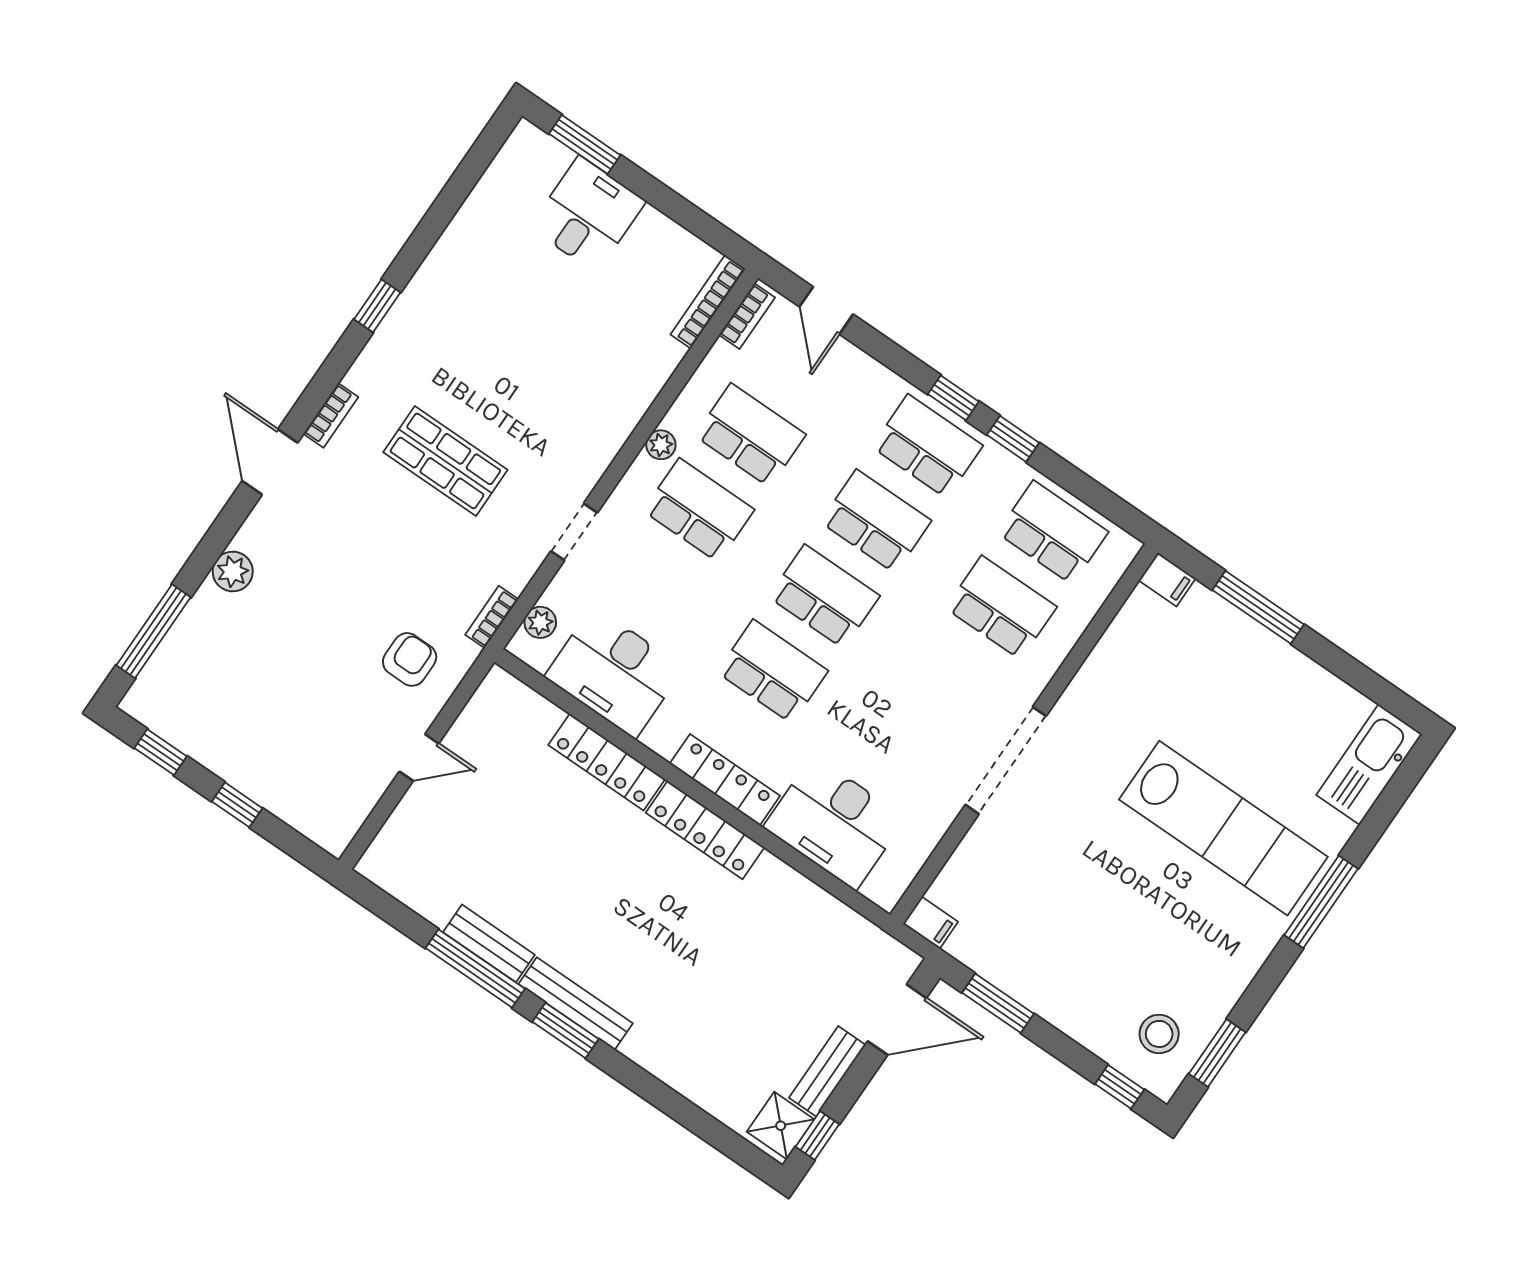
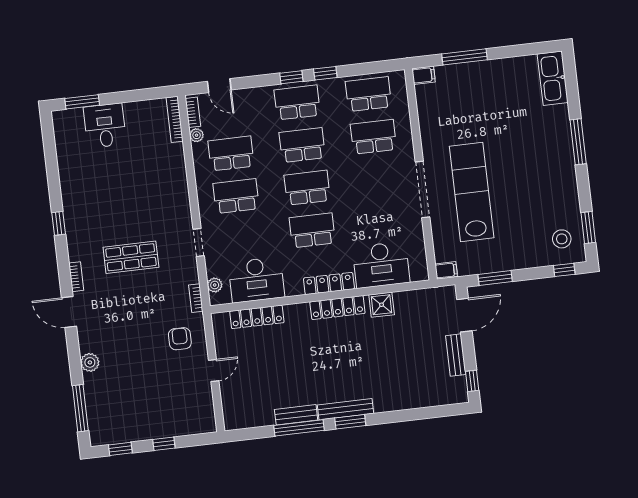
plant: (661, 445) -> (197, 135), moved
locker: (607, 762) -> (257, 317), moved
lab bench: (1223, 828) -> (472, 192), moved, turned -90
shower: (781, 1126) -> (382, 305), moved

